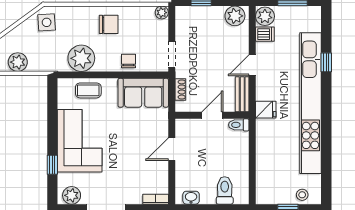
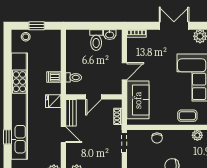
dishwasher: (265, 34) -> (54, 77), moved
plant: (81, 58) -> (197, 135), width x0.53, depth x0.53
door: (252, 65) -> (63, 135), hinge flipped
sofa: (143, 93) -> (138, 100), moved, turned 90
toilet: (239, 125) -> (74, 77), moved
toilet: (225, 190) -> (96, 40), moved

